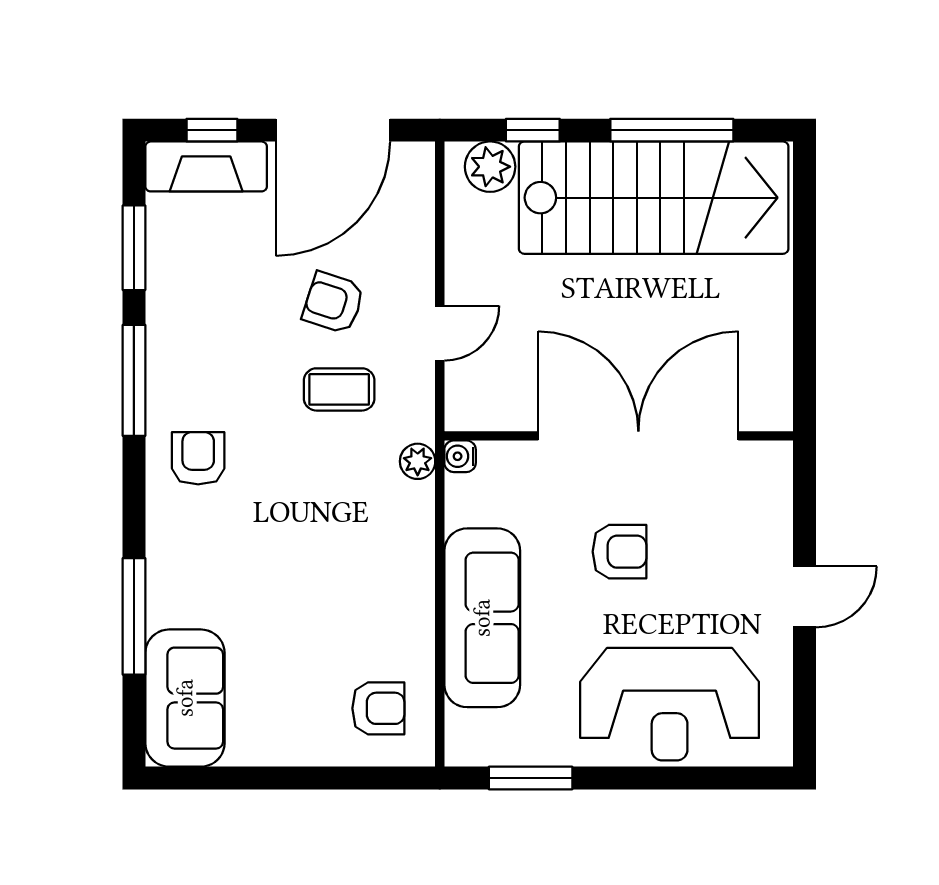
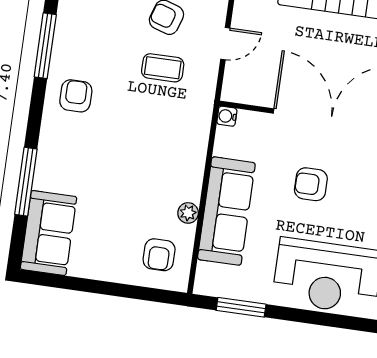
plant: (418, 461) -> (188, 213), moved
armchair: (620, 552) -> (311, 184), turned 180
armchair: (378, 708) -> (159, 255), turned 90

